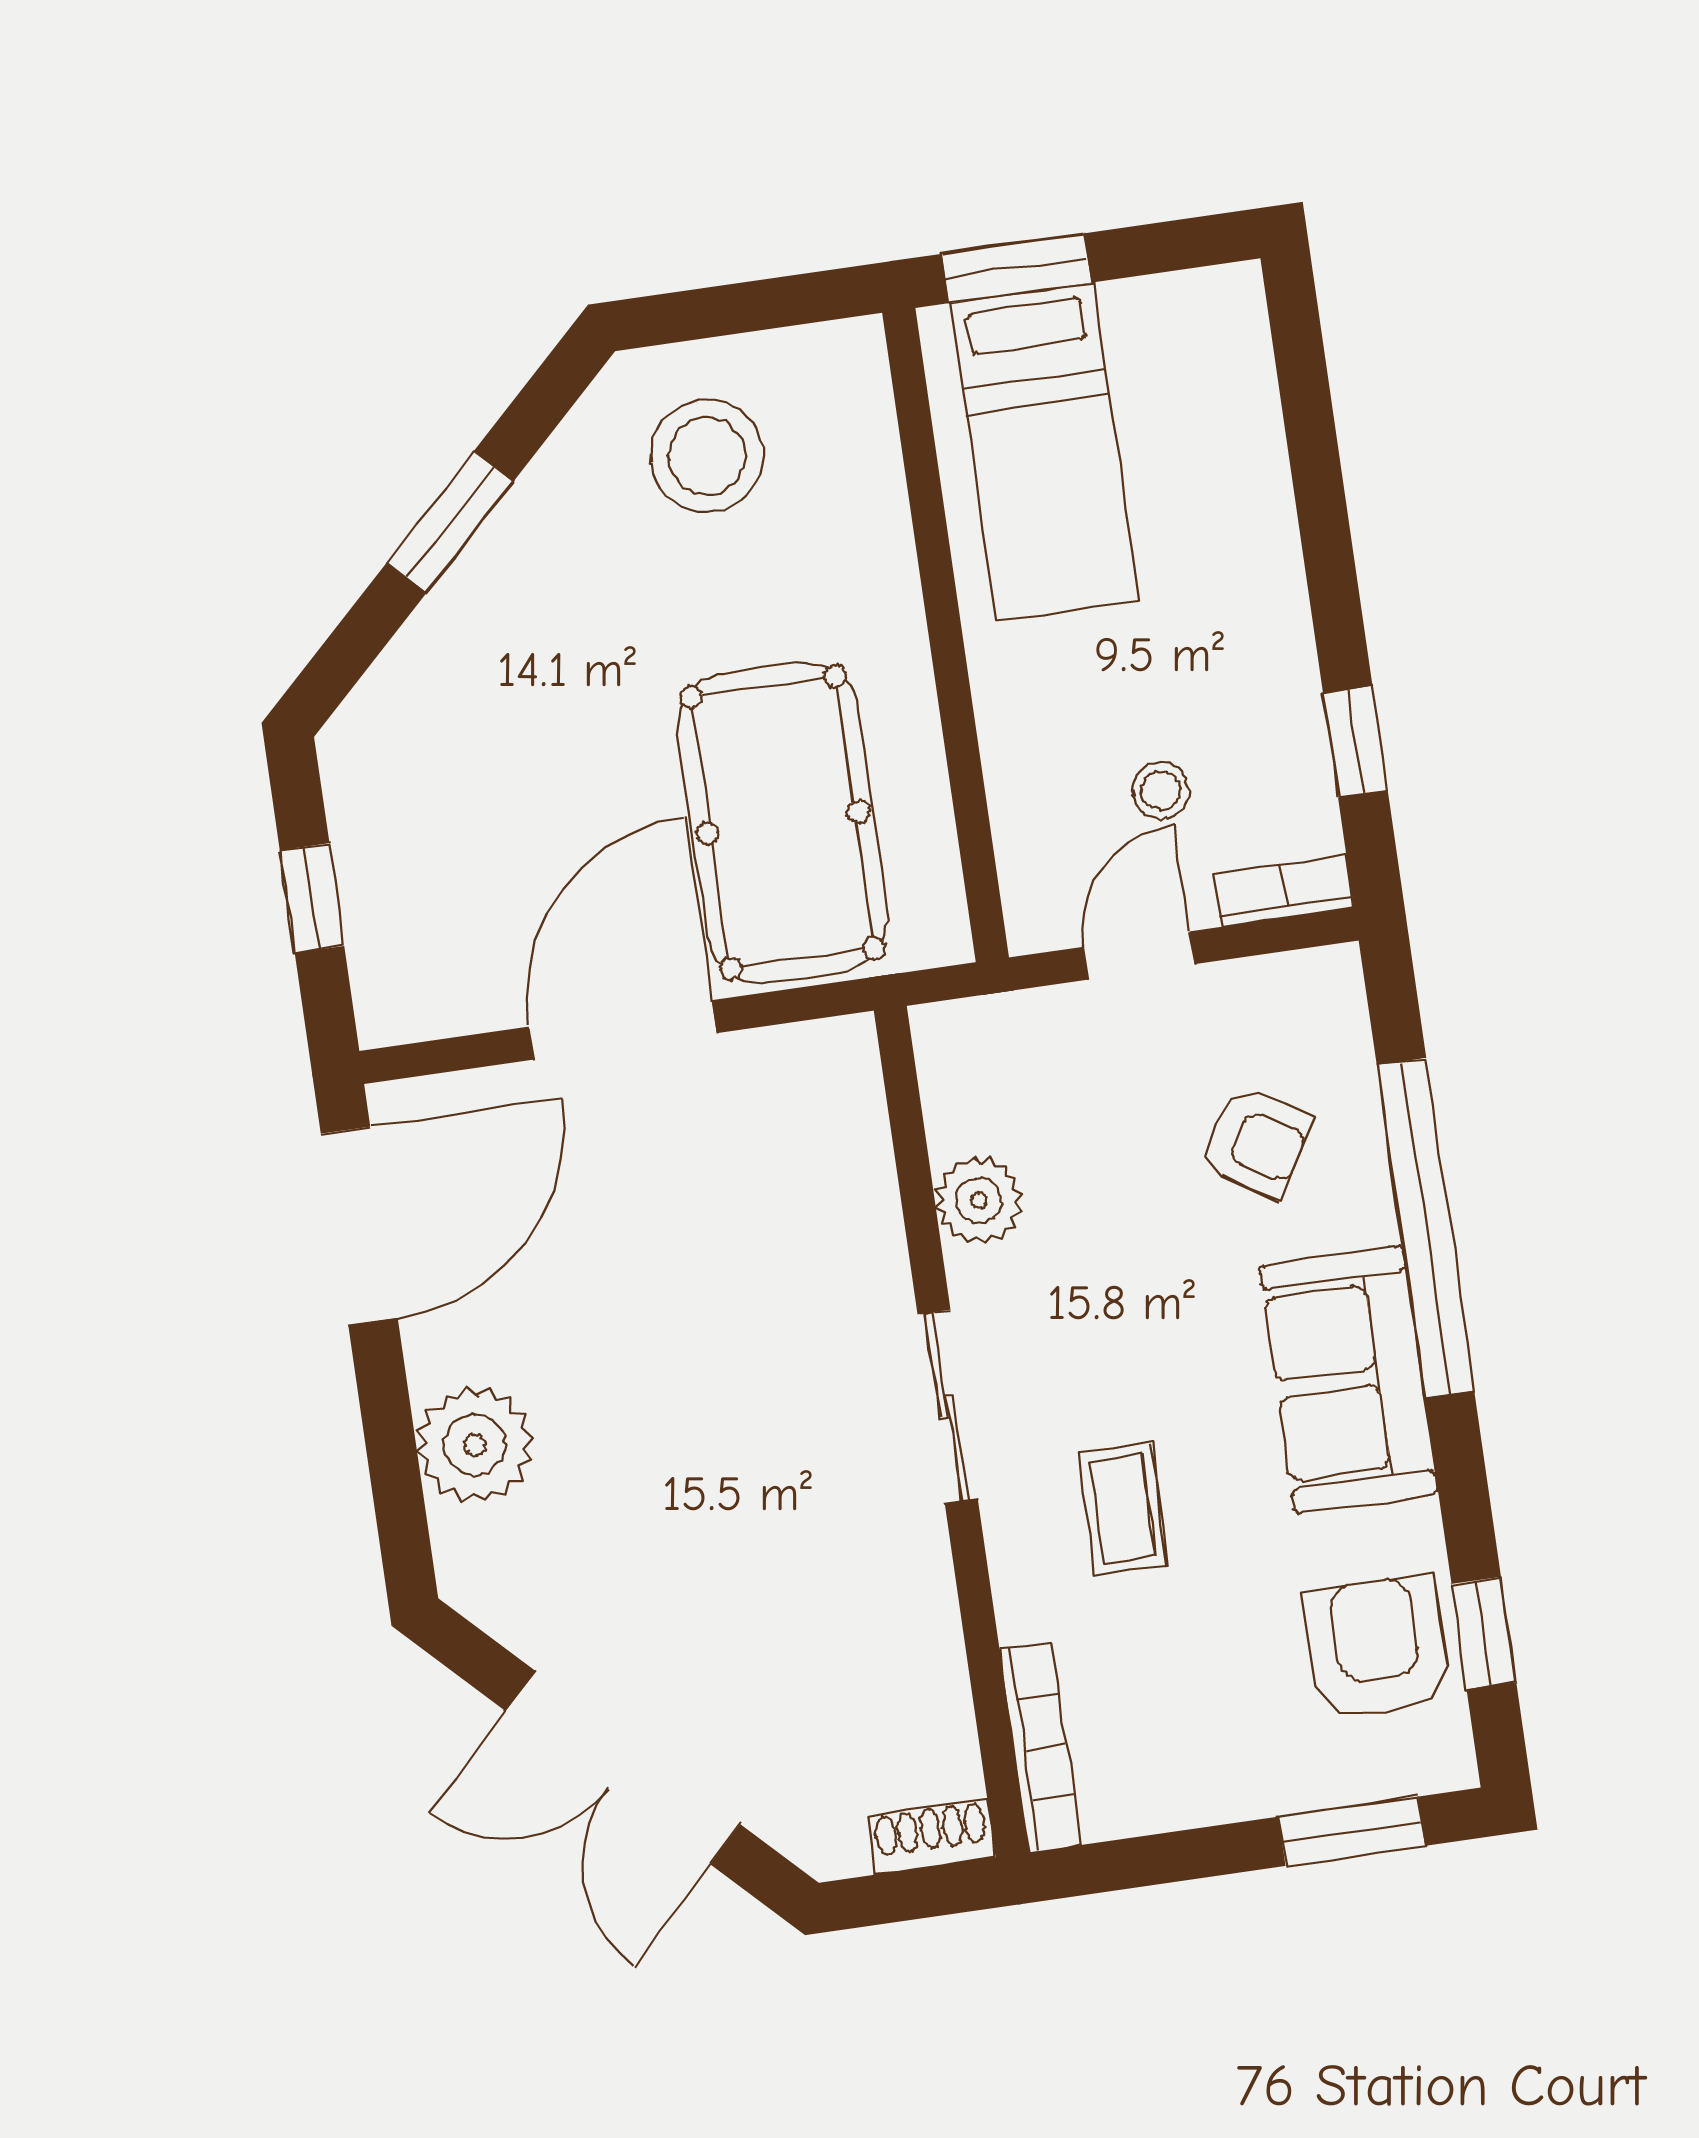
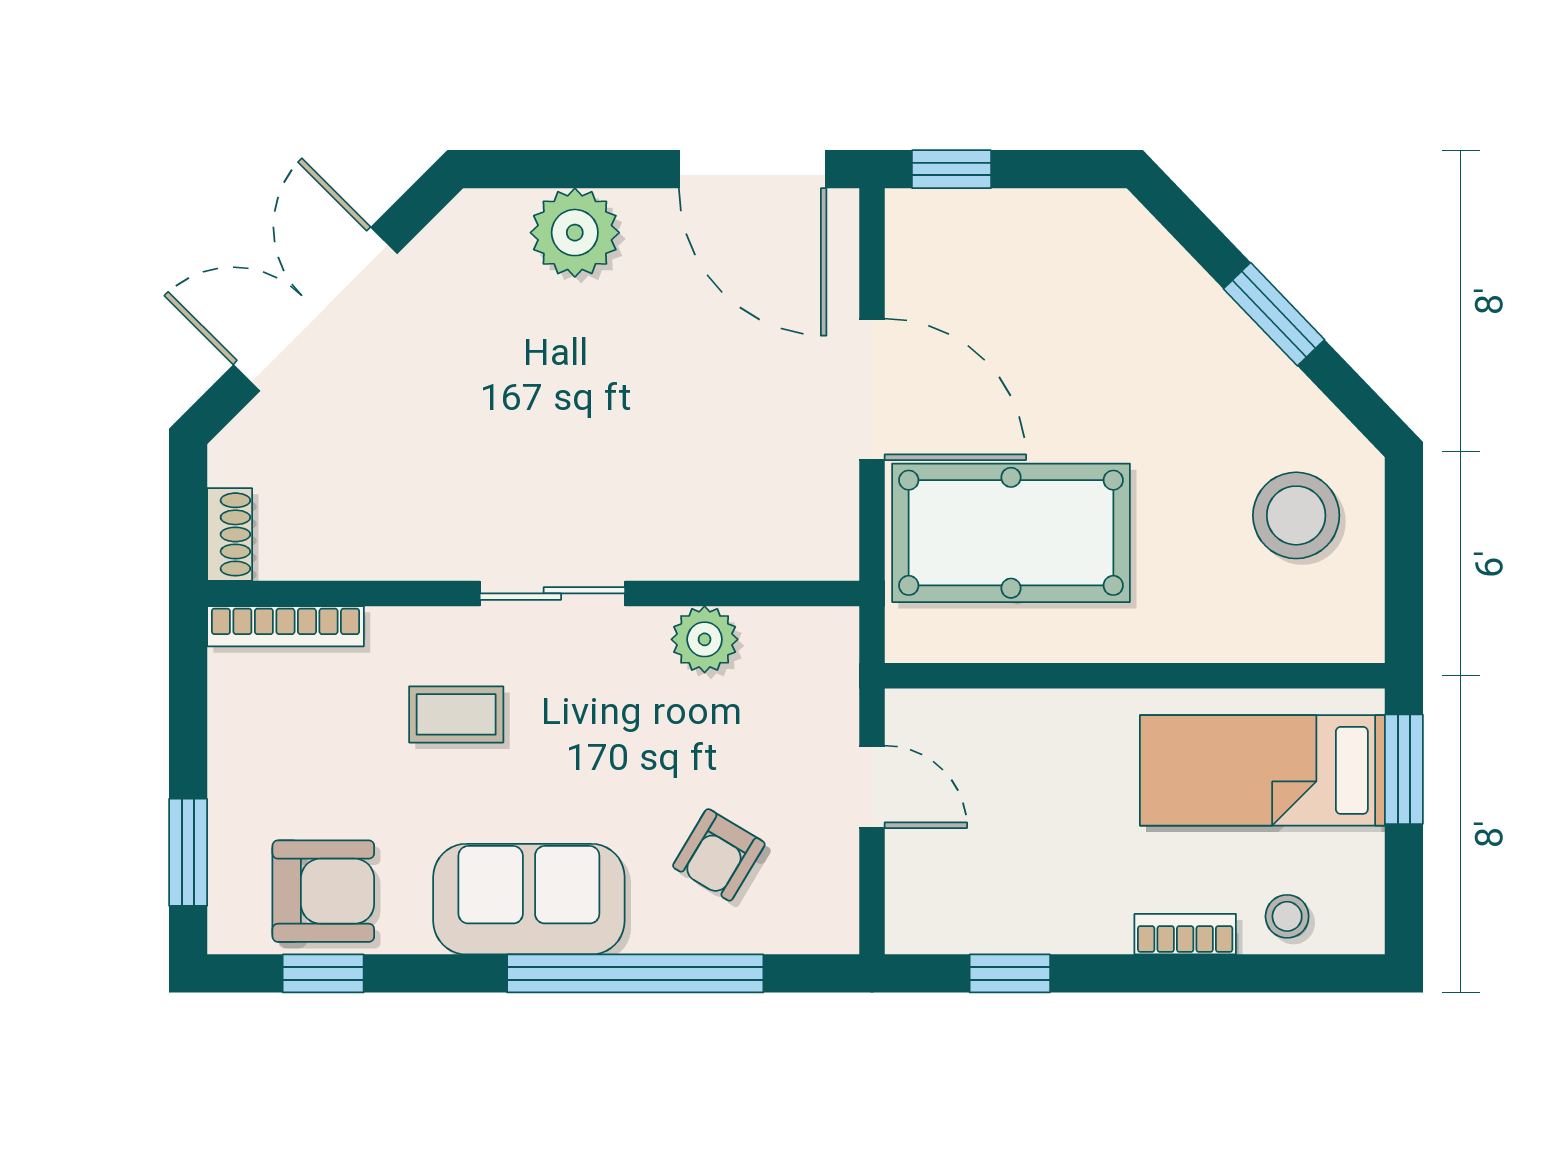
stool: (1161, 791) -> (1287, 916), moved
bookcase: (1284, 891) -> (1185, 934), moved, turned -90
window: (312, 898) -> (951, 169), moved

